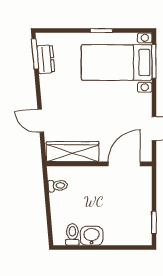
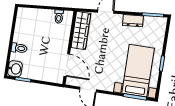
dresser: (46, 59) -> (133, 21), moved
toilet: (72, 234) -> (19, 48), moved
washbasin: (92, 236) -> (15, 69), moved

